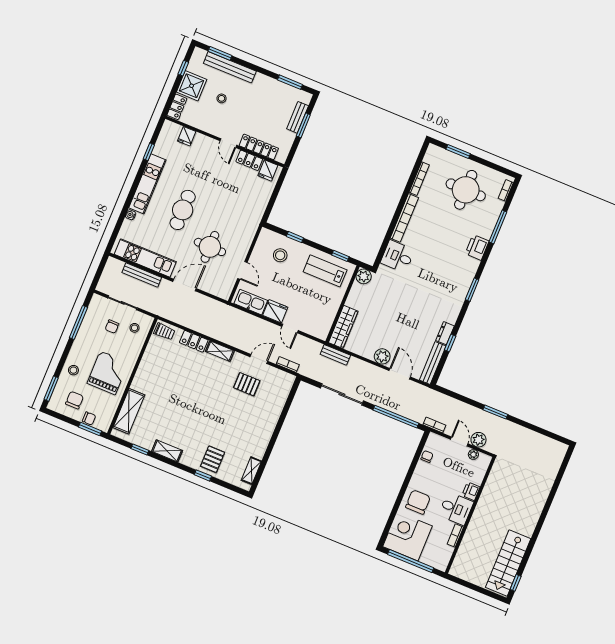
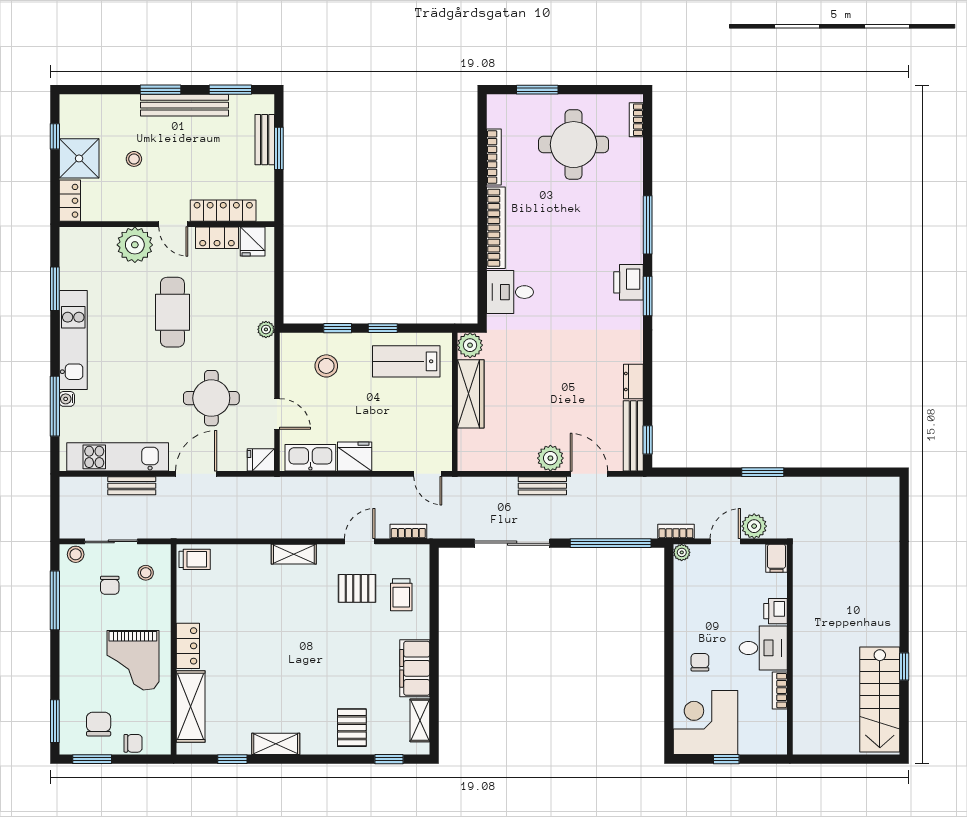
window: (220, 53) -> (161, 90), moved
bench: (230, 67) -> (185, 105), moved
fridge: (187, 136) -> (261, 460), moved, turned 90
plant: (203, 146) -> (135, 245), added
window: (149, 152) -> (55, 289), width x1.50
cafe table: (183, 210) -> (172, 312), moved
window: (122, 216) -> (55, 406), added
plant: (255, 222) -> (266, 329), added
window: (498, 227) -> (648, 225), moved
printer: (477, 247) -> (628, 282), moved
window: (340, 256) -> (383, 328), moved
bench: (142, 275) -> (132, 486), width x0.73
wardrobe: (343, 327) -> (471, 394), moved
door: (290, 329) -> (428, 474), moved
locker: (194, 341) -> (188, 646), moved, turned -90
window: (450, 343) -> (648, 440), moved
bench: (335, 355) -> (542, 486), moved
stool: (73, 370) -> (76, 554), moved
grand piano: (108, 373) -> (133, 660), turned 180
trolley: (270, 398) -> (401, 595), added
window: (90, 429) -> (92, 759), moved
filing cabinet: (260, 441) -> (415, 668), added
door: (459, 442) -> (725, 541), hinge flipped
plant: (473, 454) -> (682, 552), moved
chair: (427, 457) -> (685, 585), removed
filing cabinet: (483, 462) -> (777, 558), added
window: (203, 475) -> (389, 759), moved
chair: (418, 502) -> (700, 662), width x0.54, depth x0.54
window: (411, 561) -> (726, 759), width x0.32
window: (516, 583) -> (904, 667), moved

